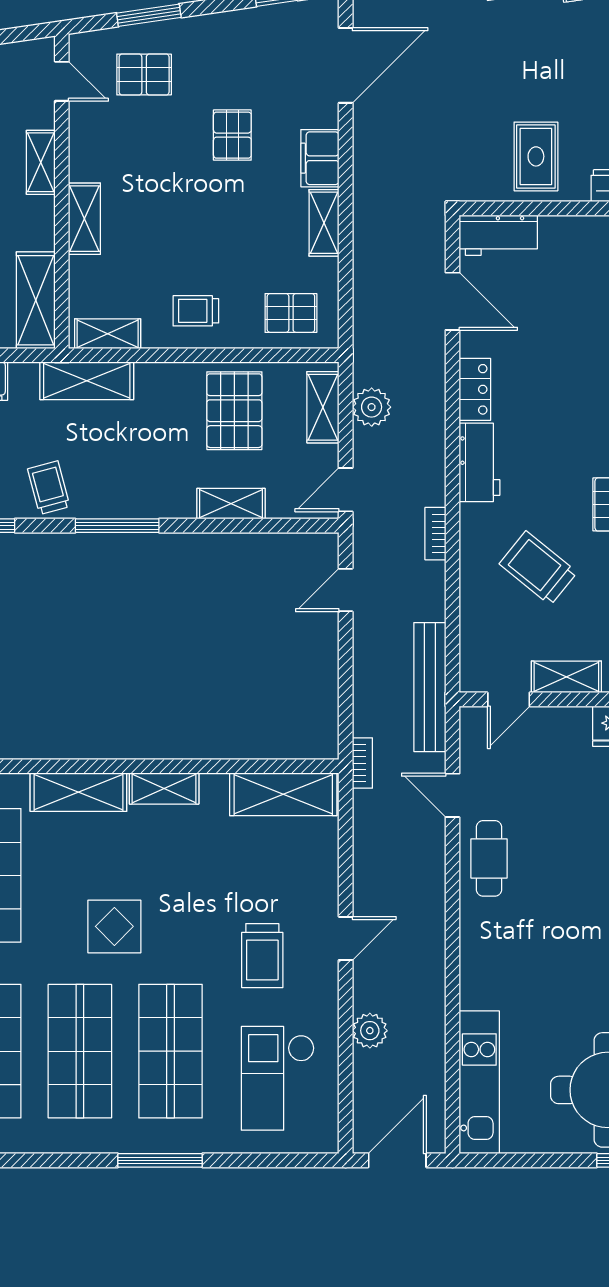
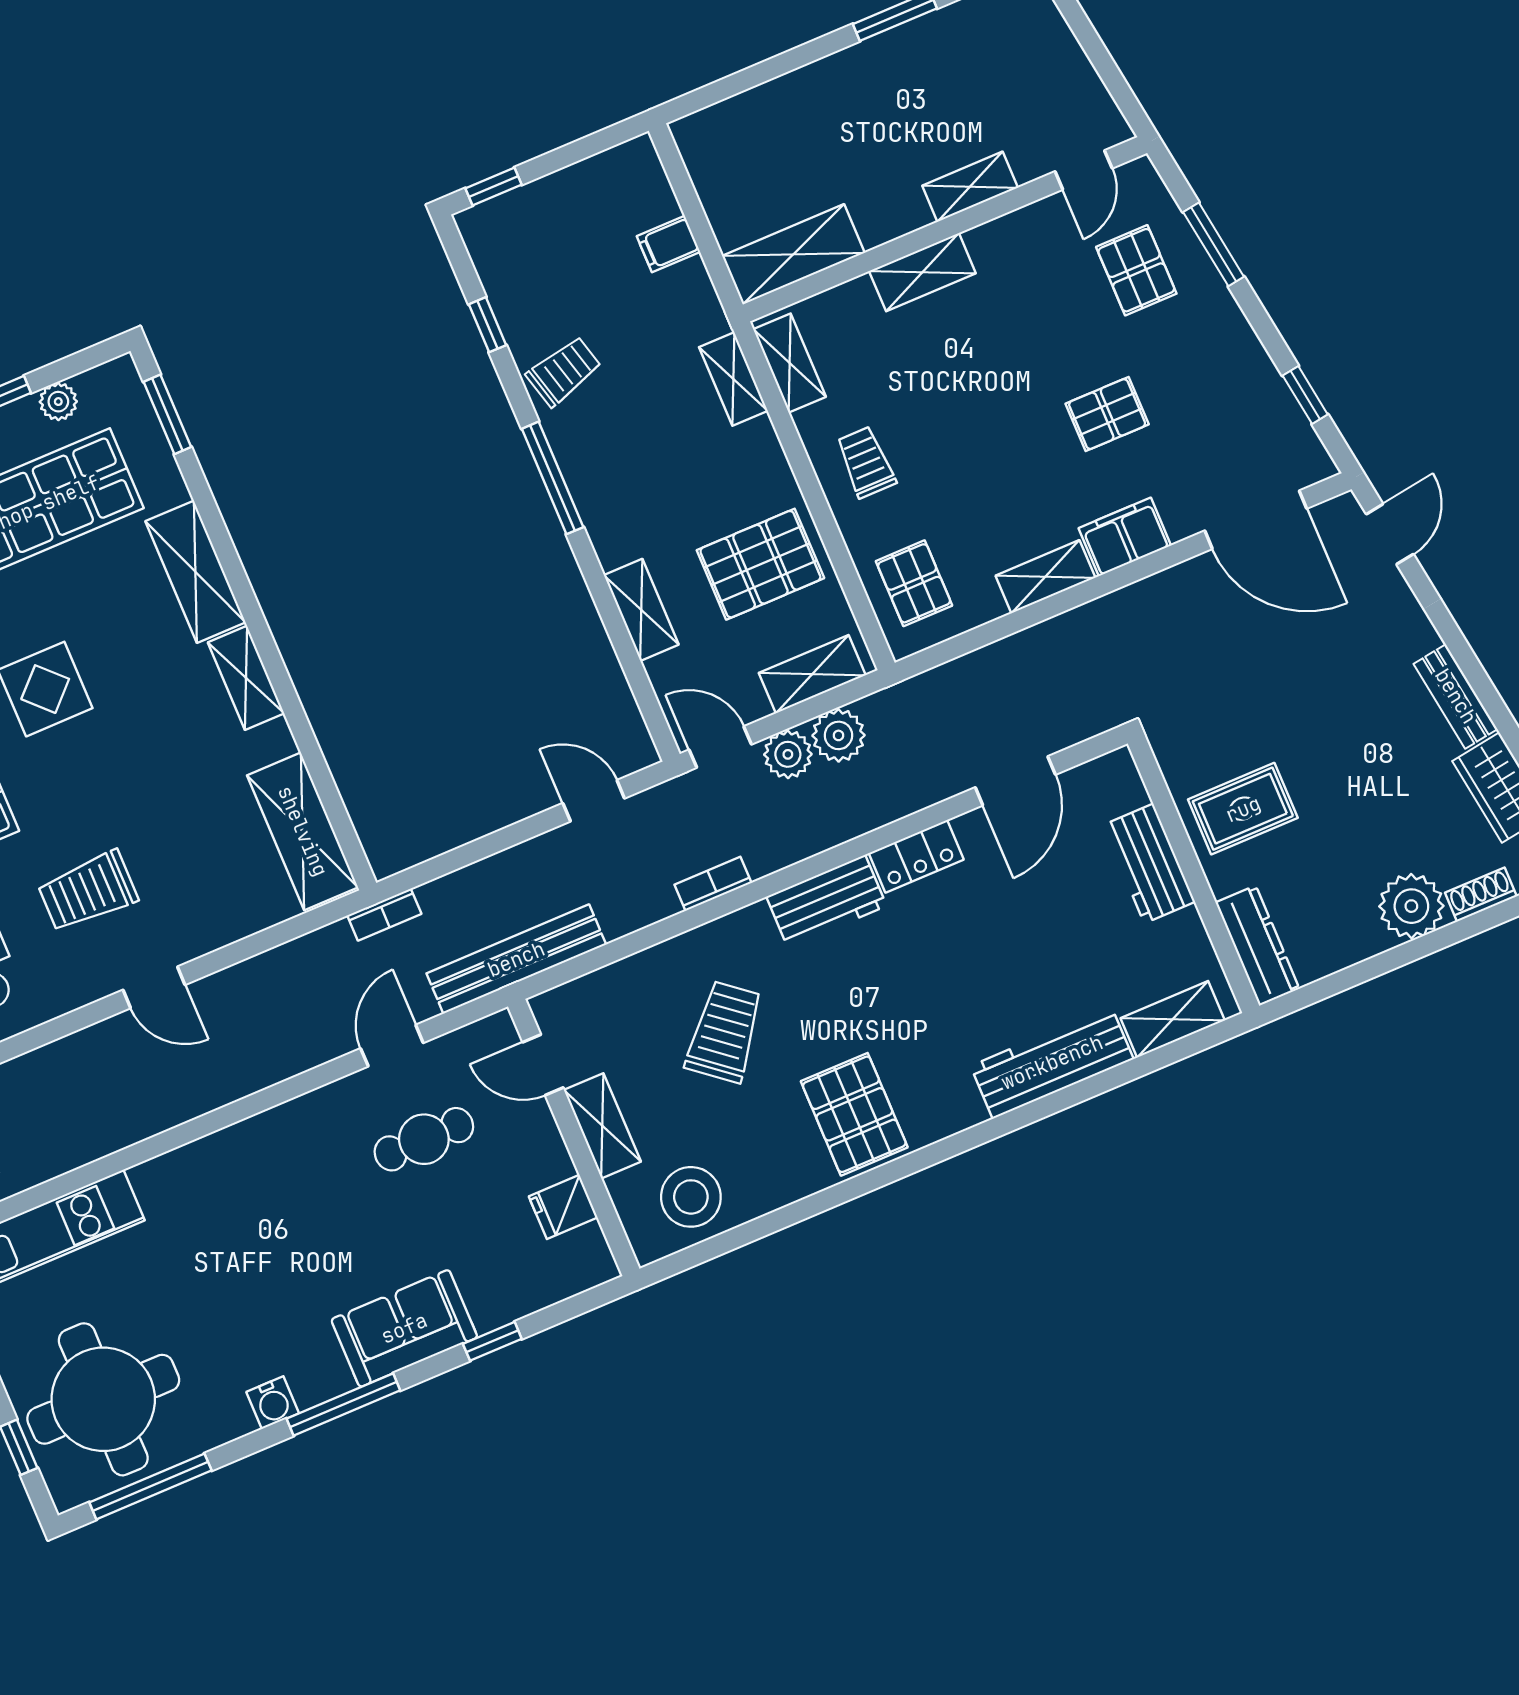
workbench: (498, 235) -> (1149, 863), moved
shelving: (87, 381) -> (733, 379), width x0.67, depth x0.75
cafe table: (489, 858) -> (424, 1139), moved
plant: (370, 1031) -> (788, 754), moved

